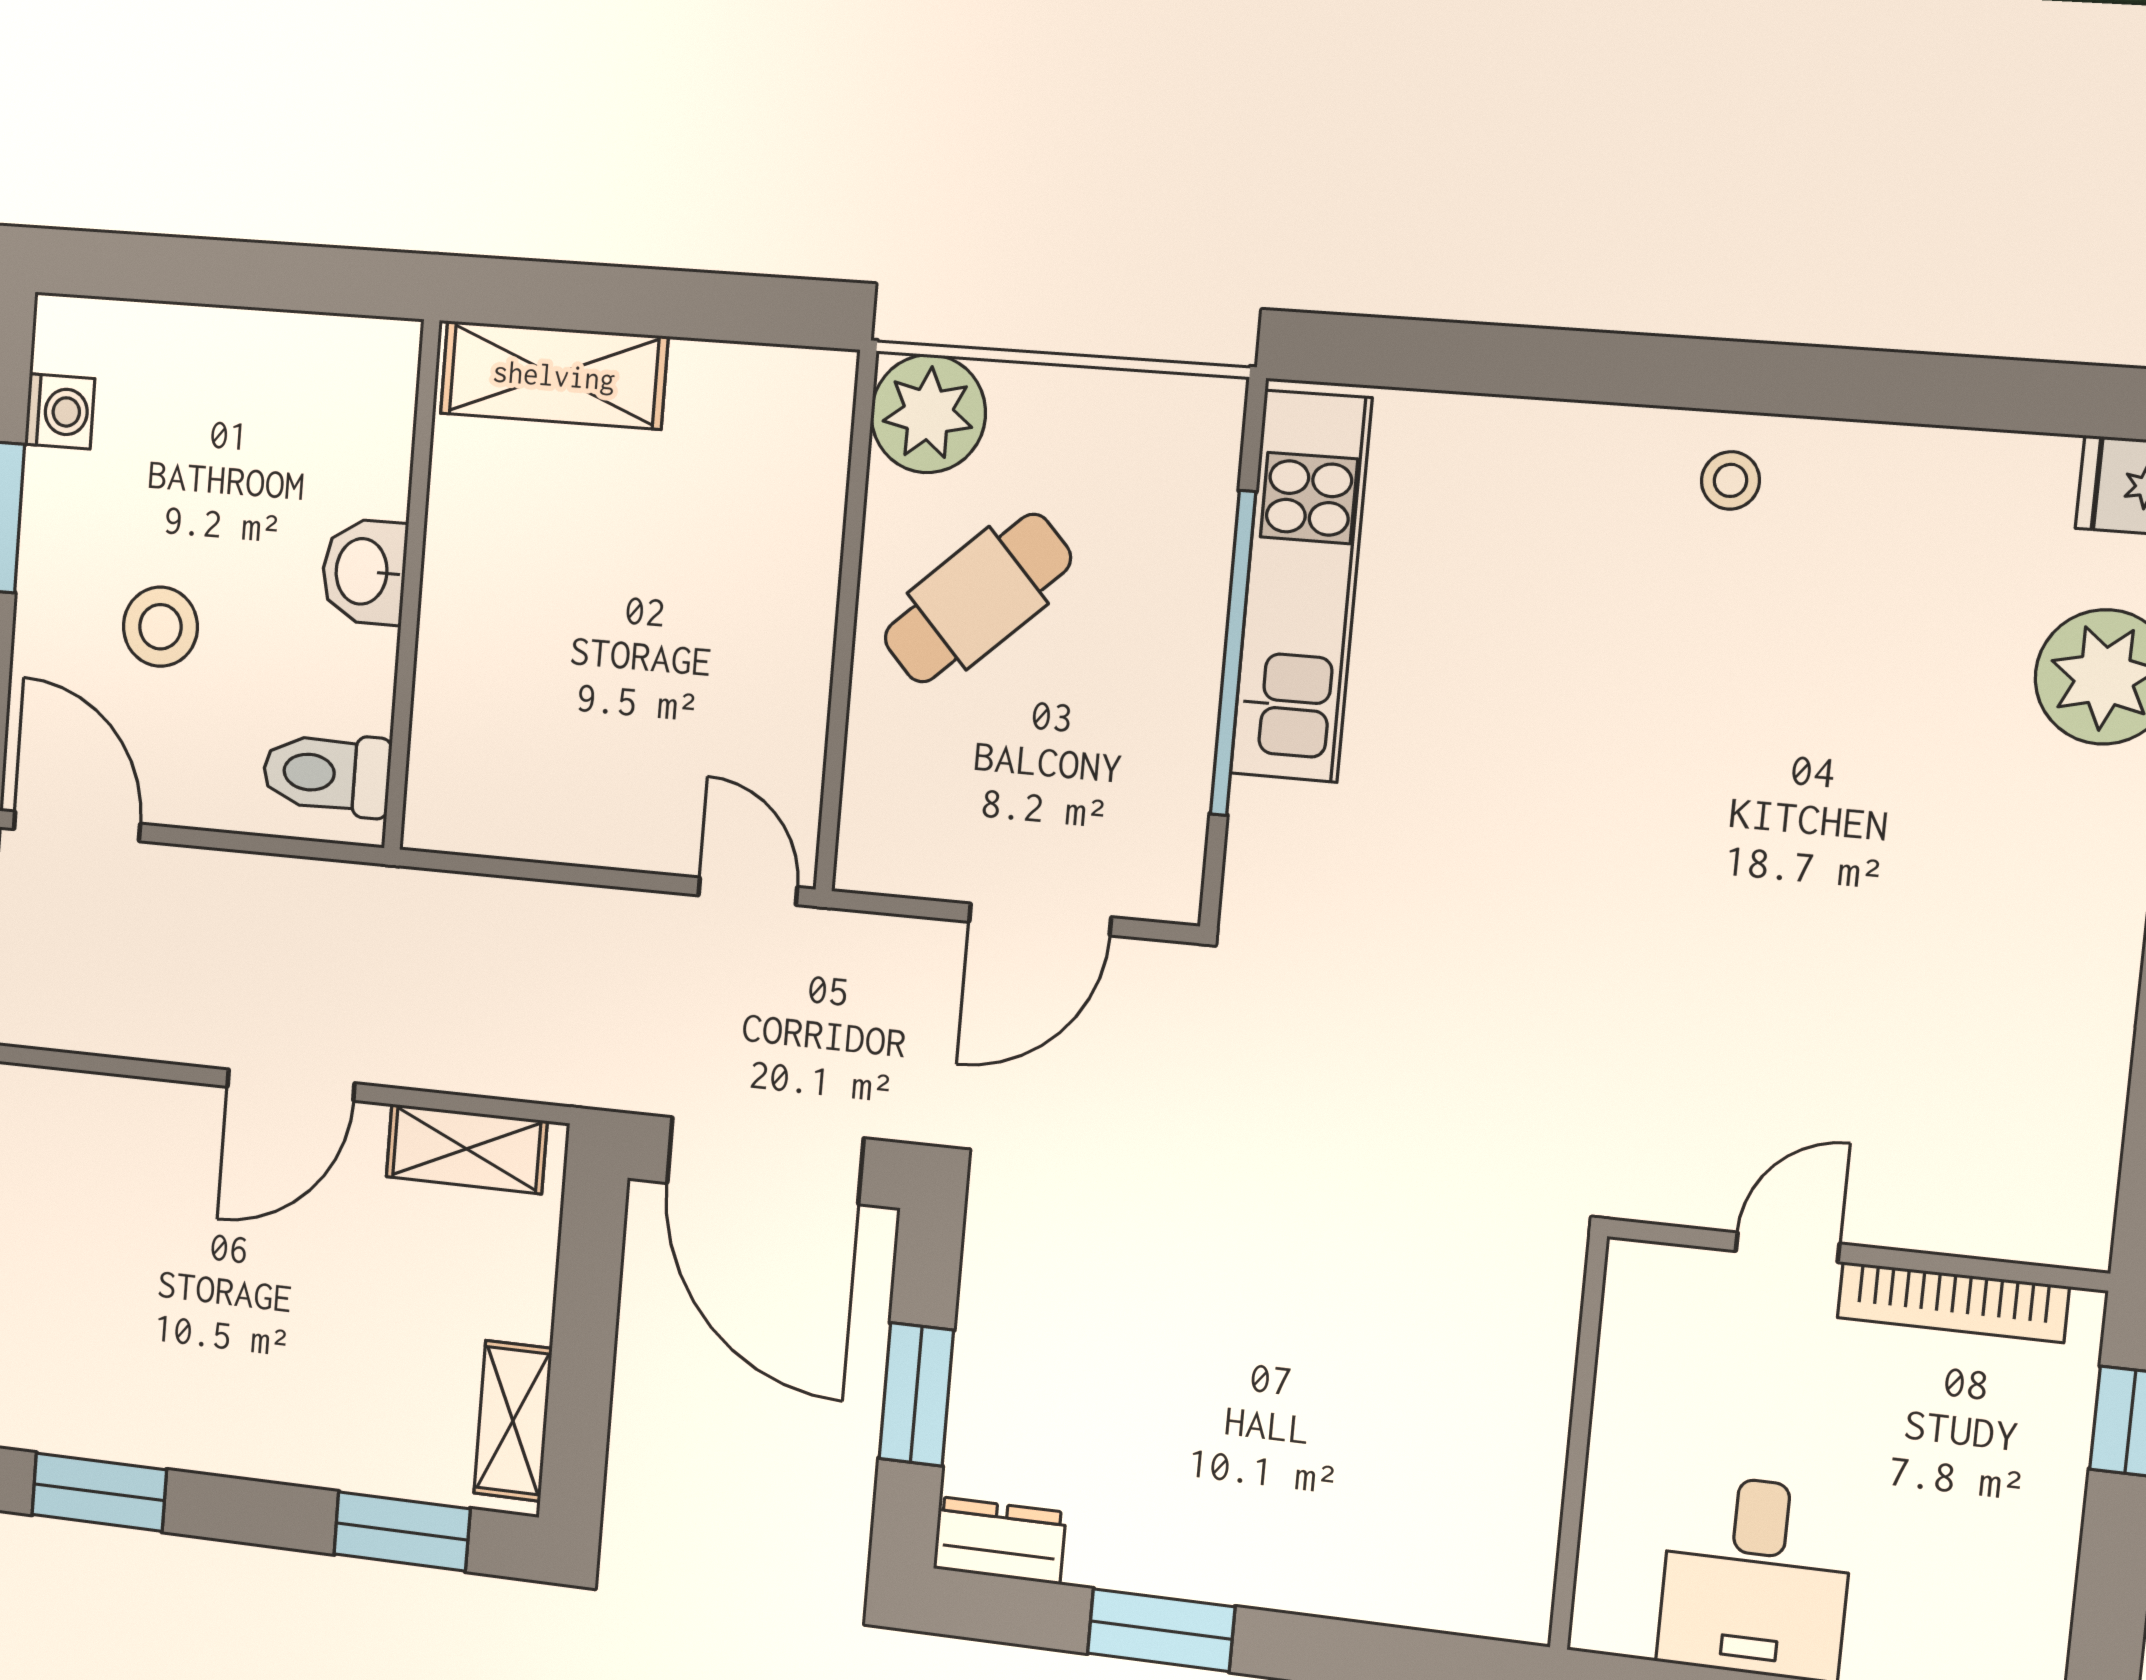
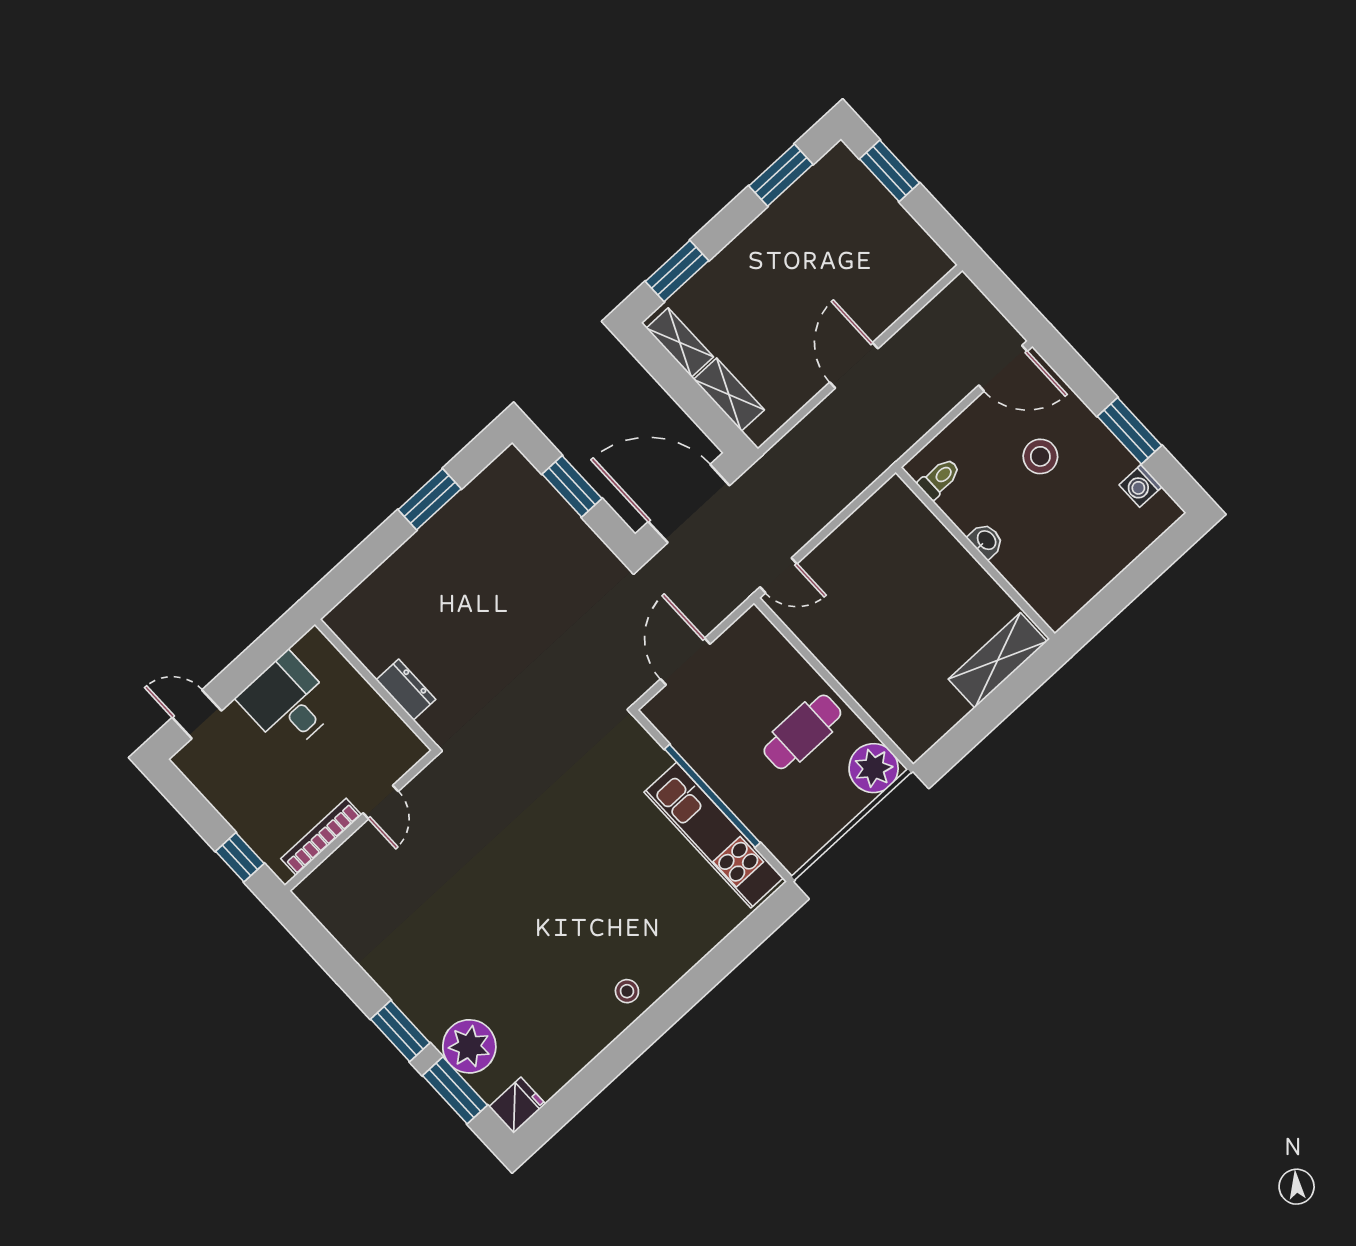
washbasin: (364, 572) -> (986, 541), width x0.72, depth x0.69
cafe table: (978, 598) -> (802, 732), turned 43
toilet: (327, 774) -> (939, 478), width x0.73, depth x0.72
shelving: (467, 1149) -> (729, 395), moved, turned 90
dresser: (1000, 1540) -> (406, 690), moved, turned -90

